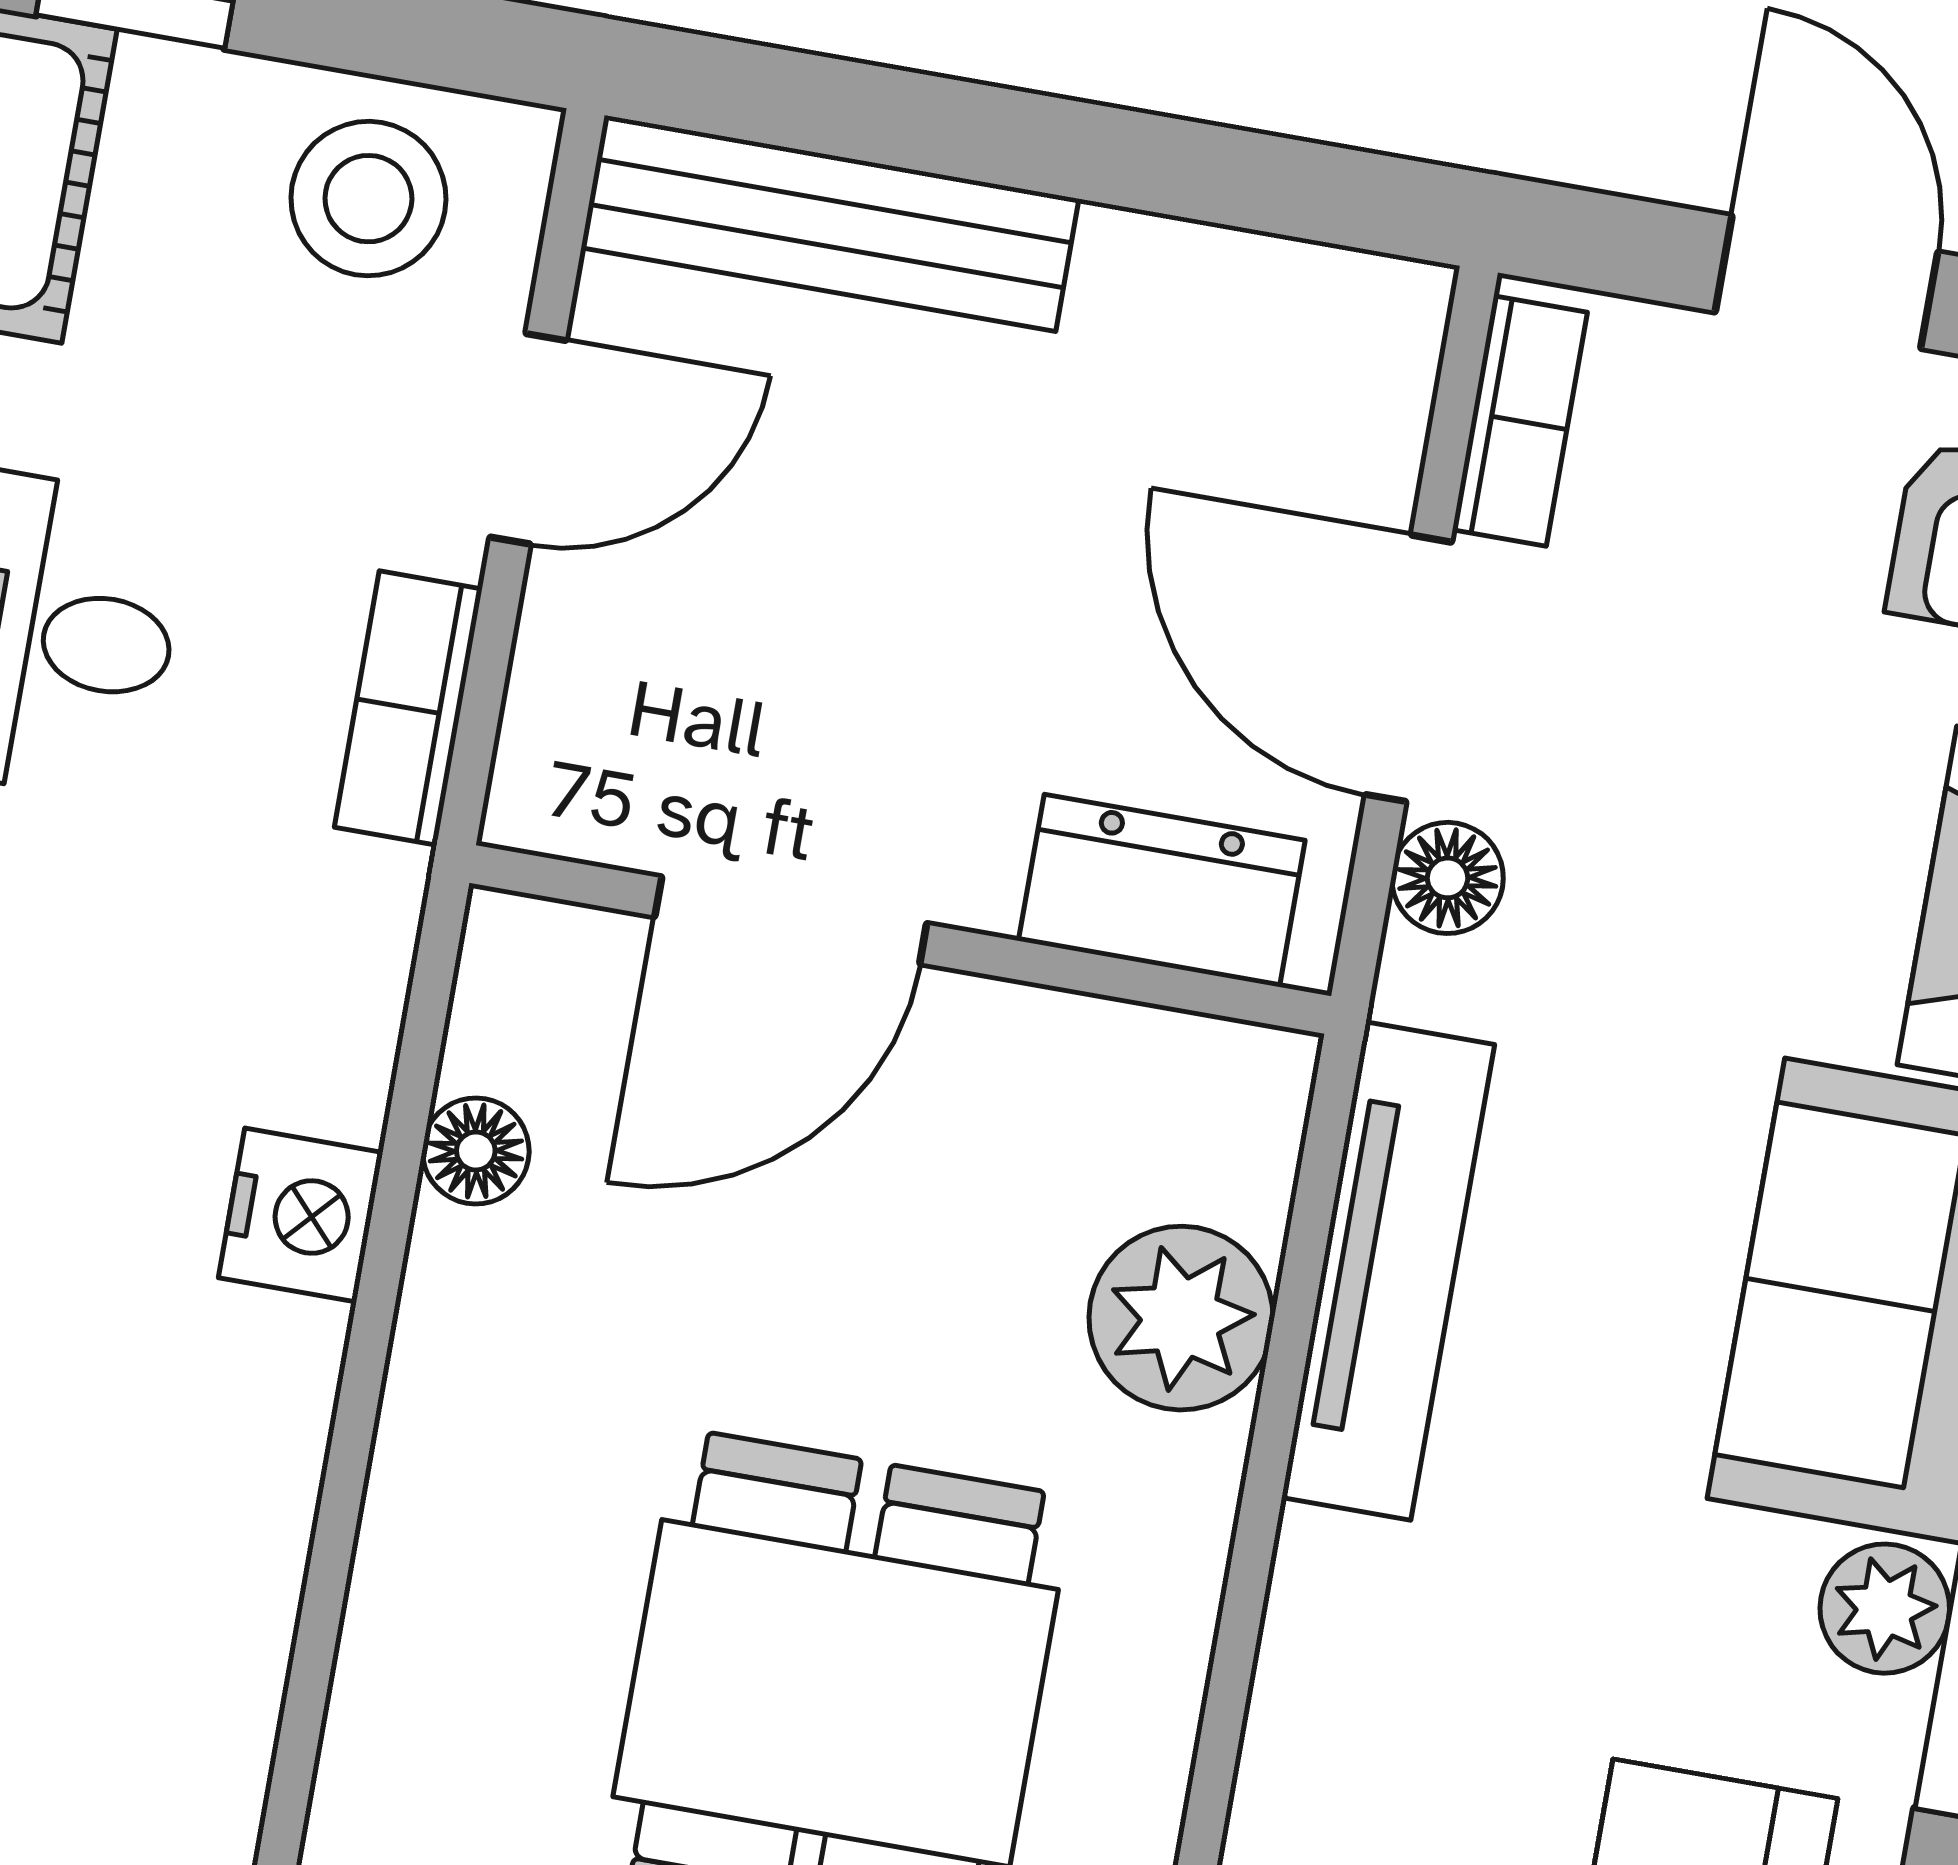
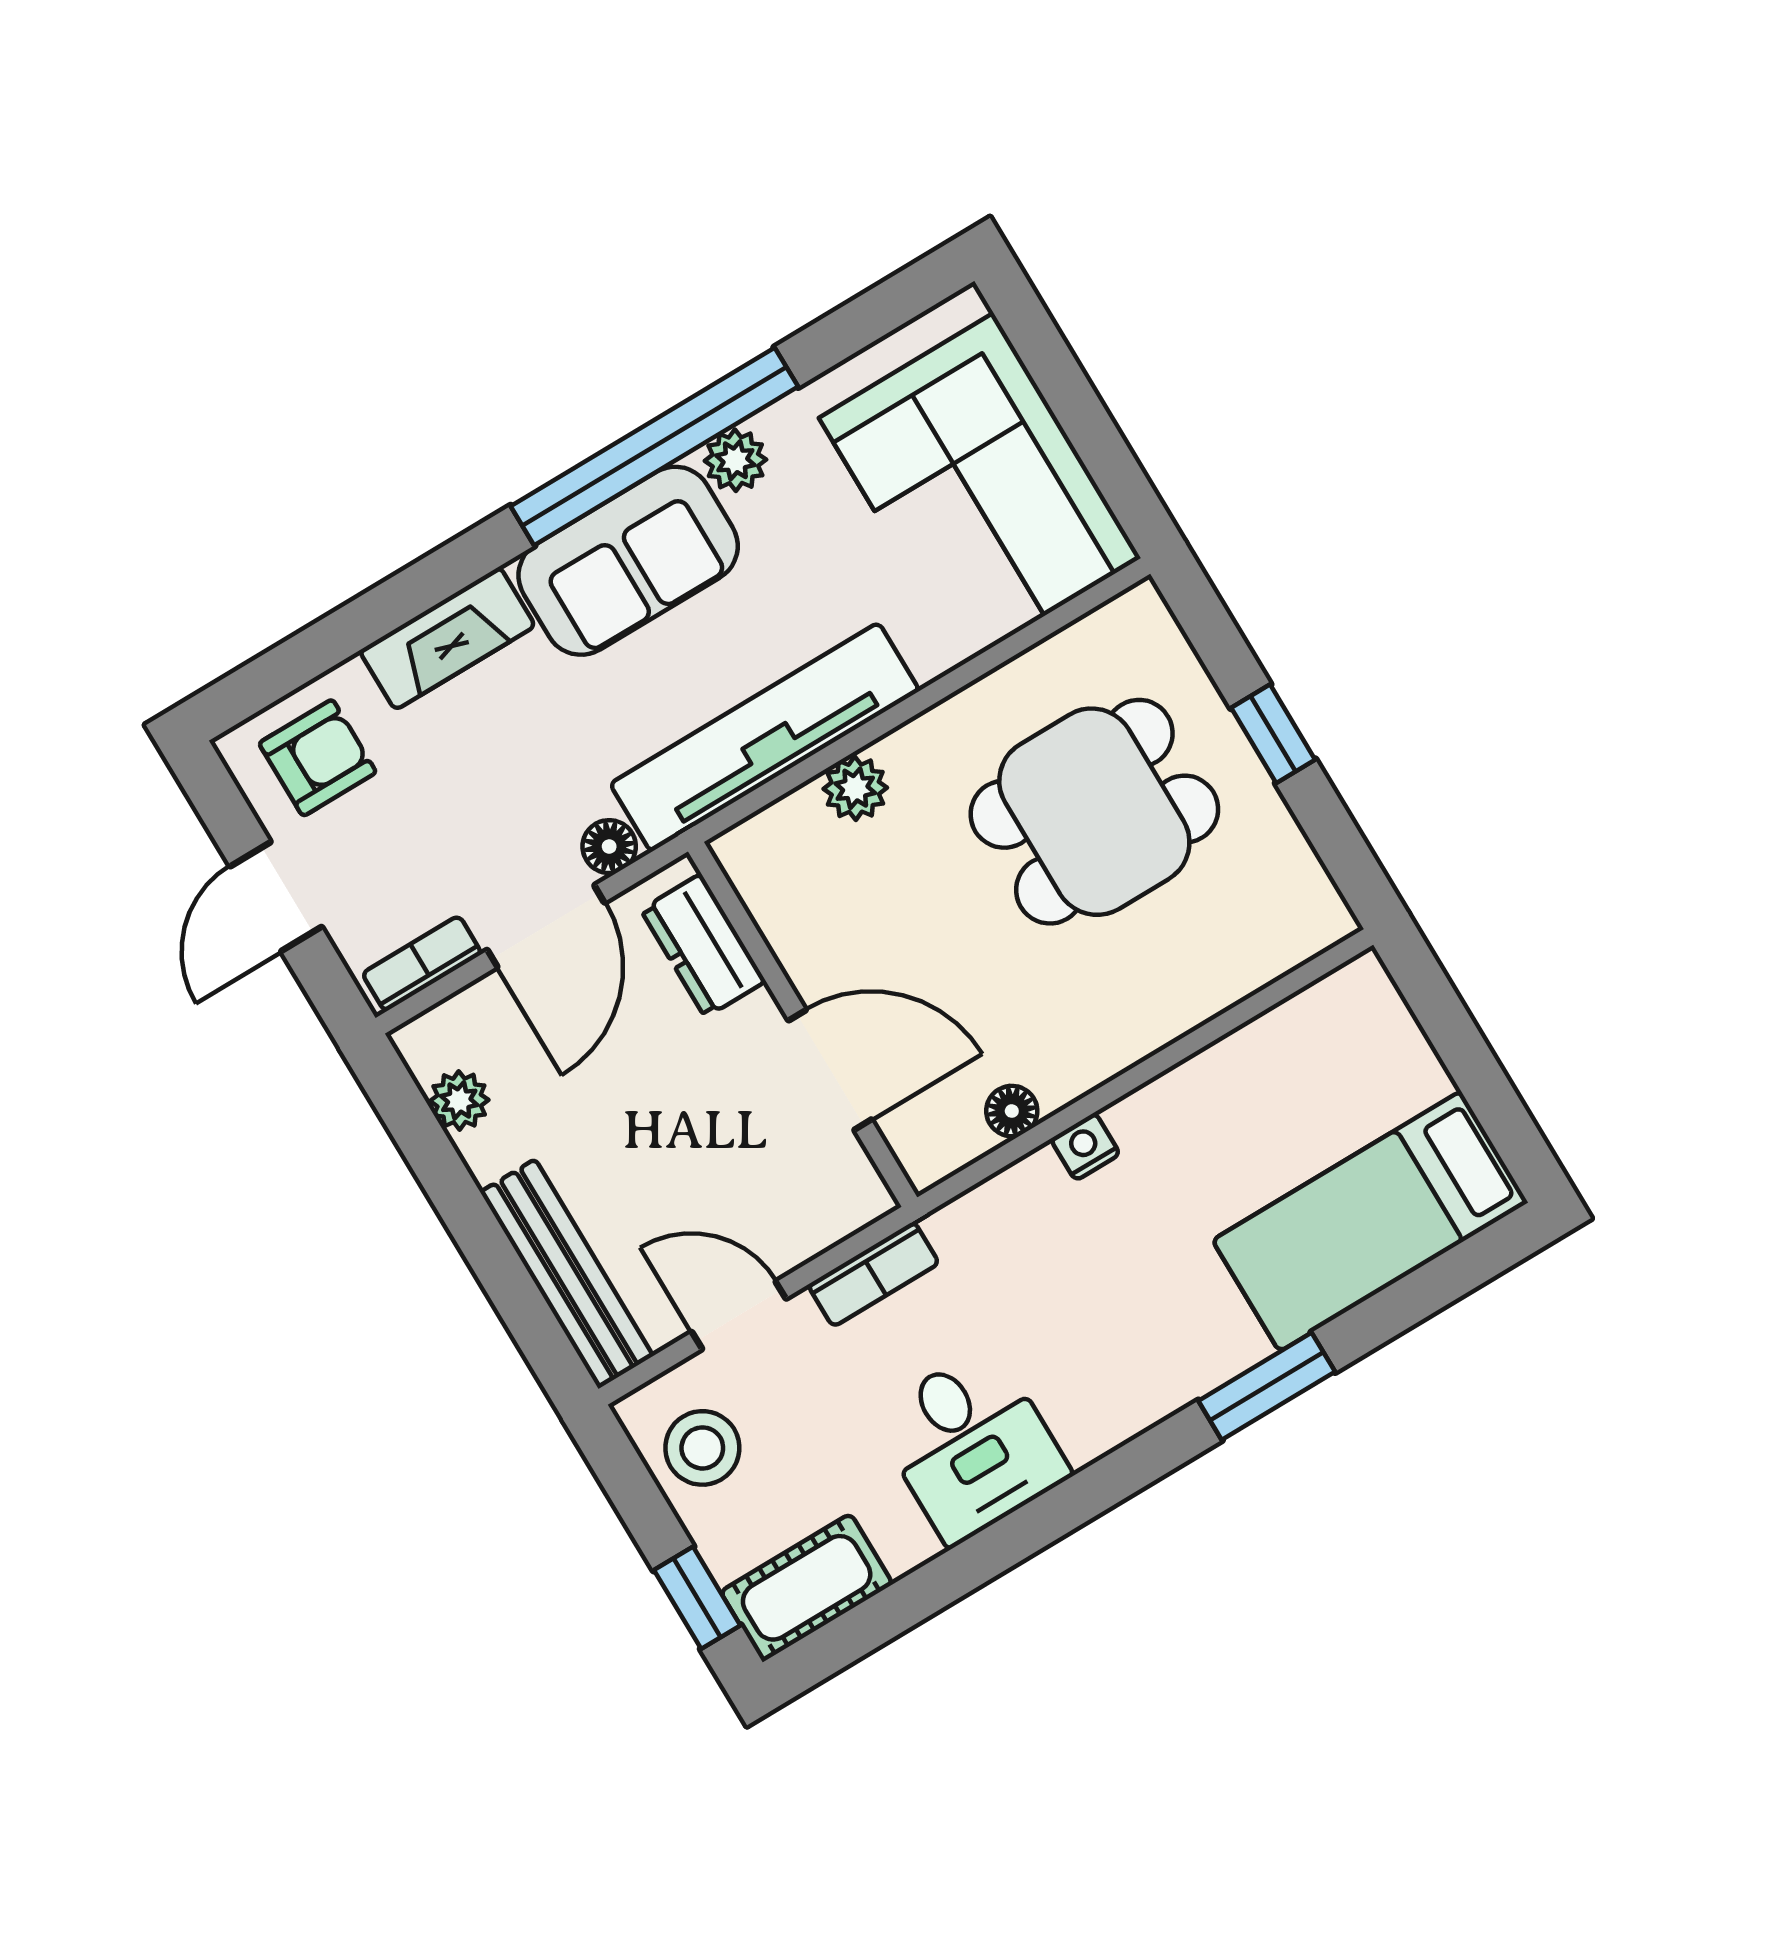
plant: (1252, 292) -> (459, 1100), added
nightstand: (301, 1215) -> (1085, 1147), width x0.72, depth x0.74
tv unit: (1388, 1271) -> (765, 737), width x1.36, depth x1.29
plant: (1181, 1318) -> (855, 788), width x0.73, depth x0.73

